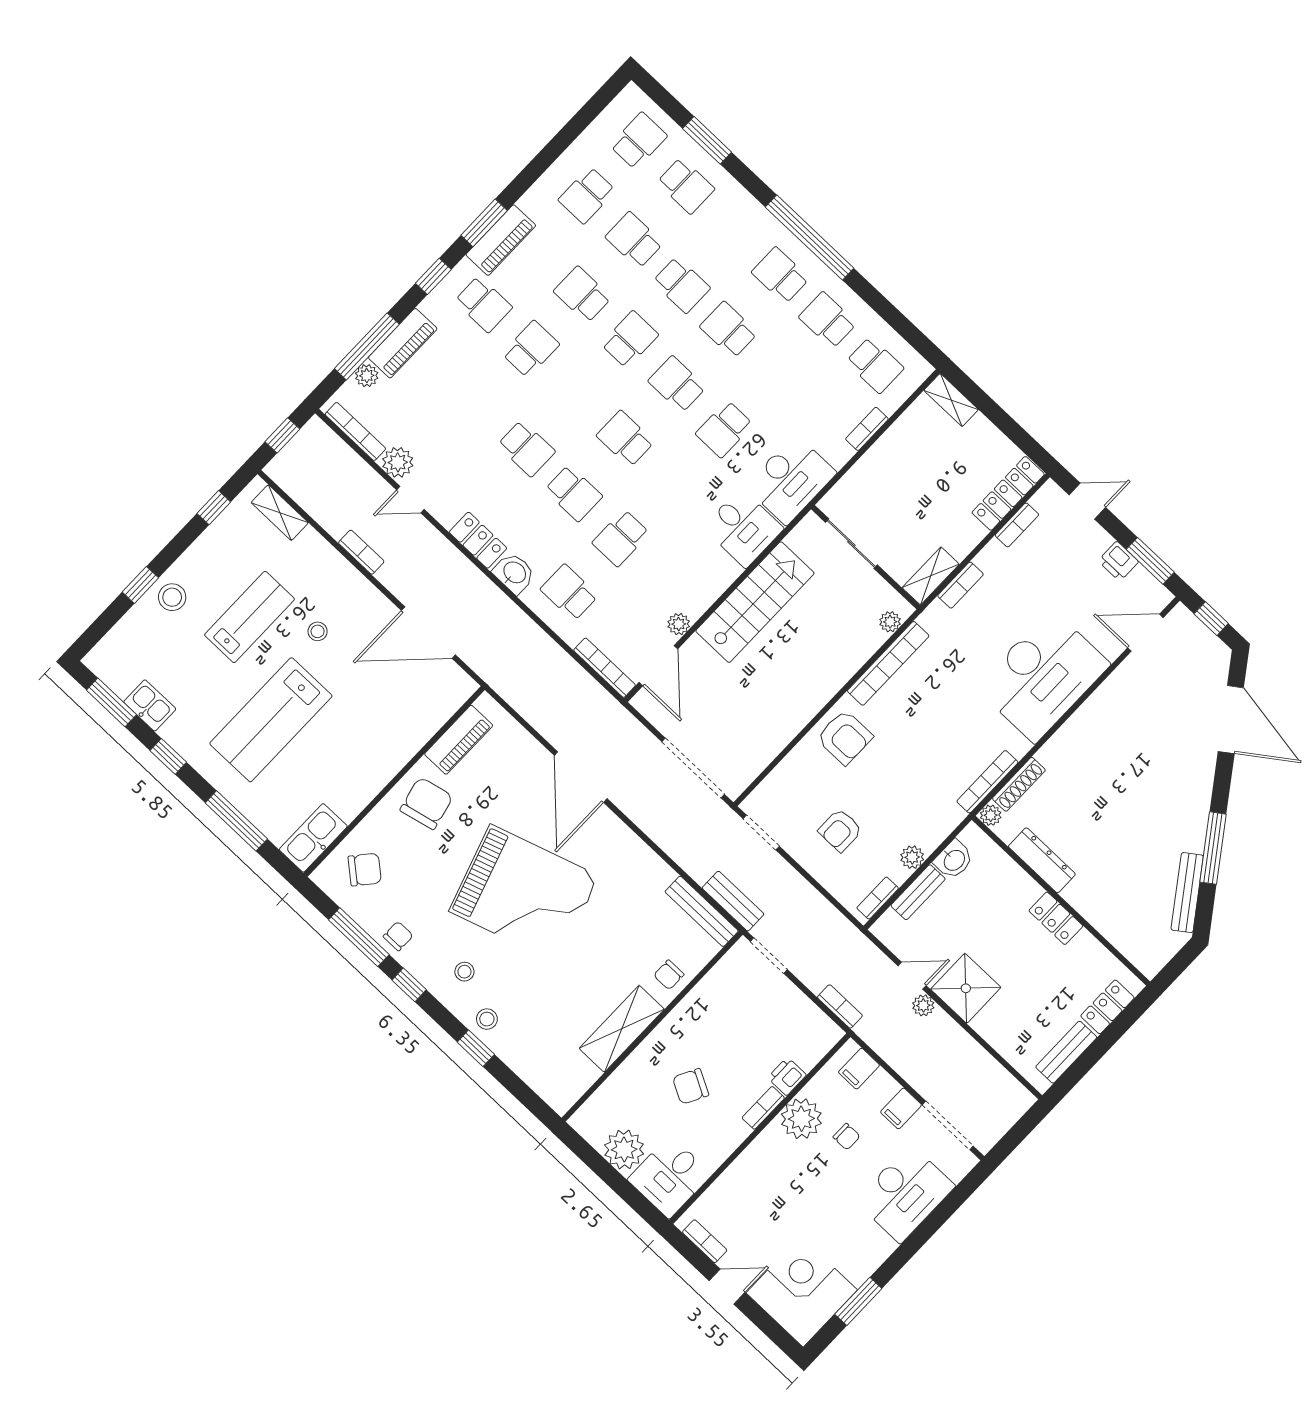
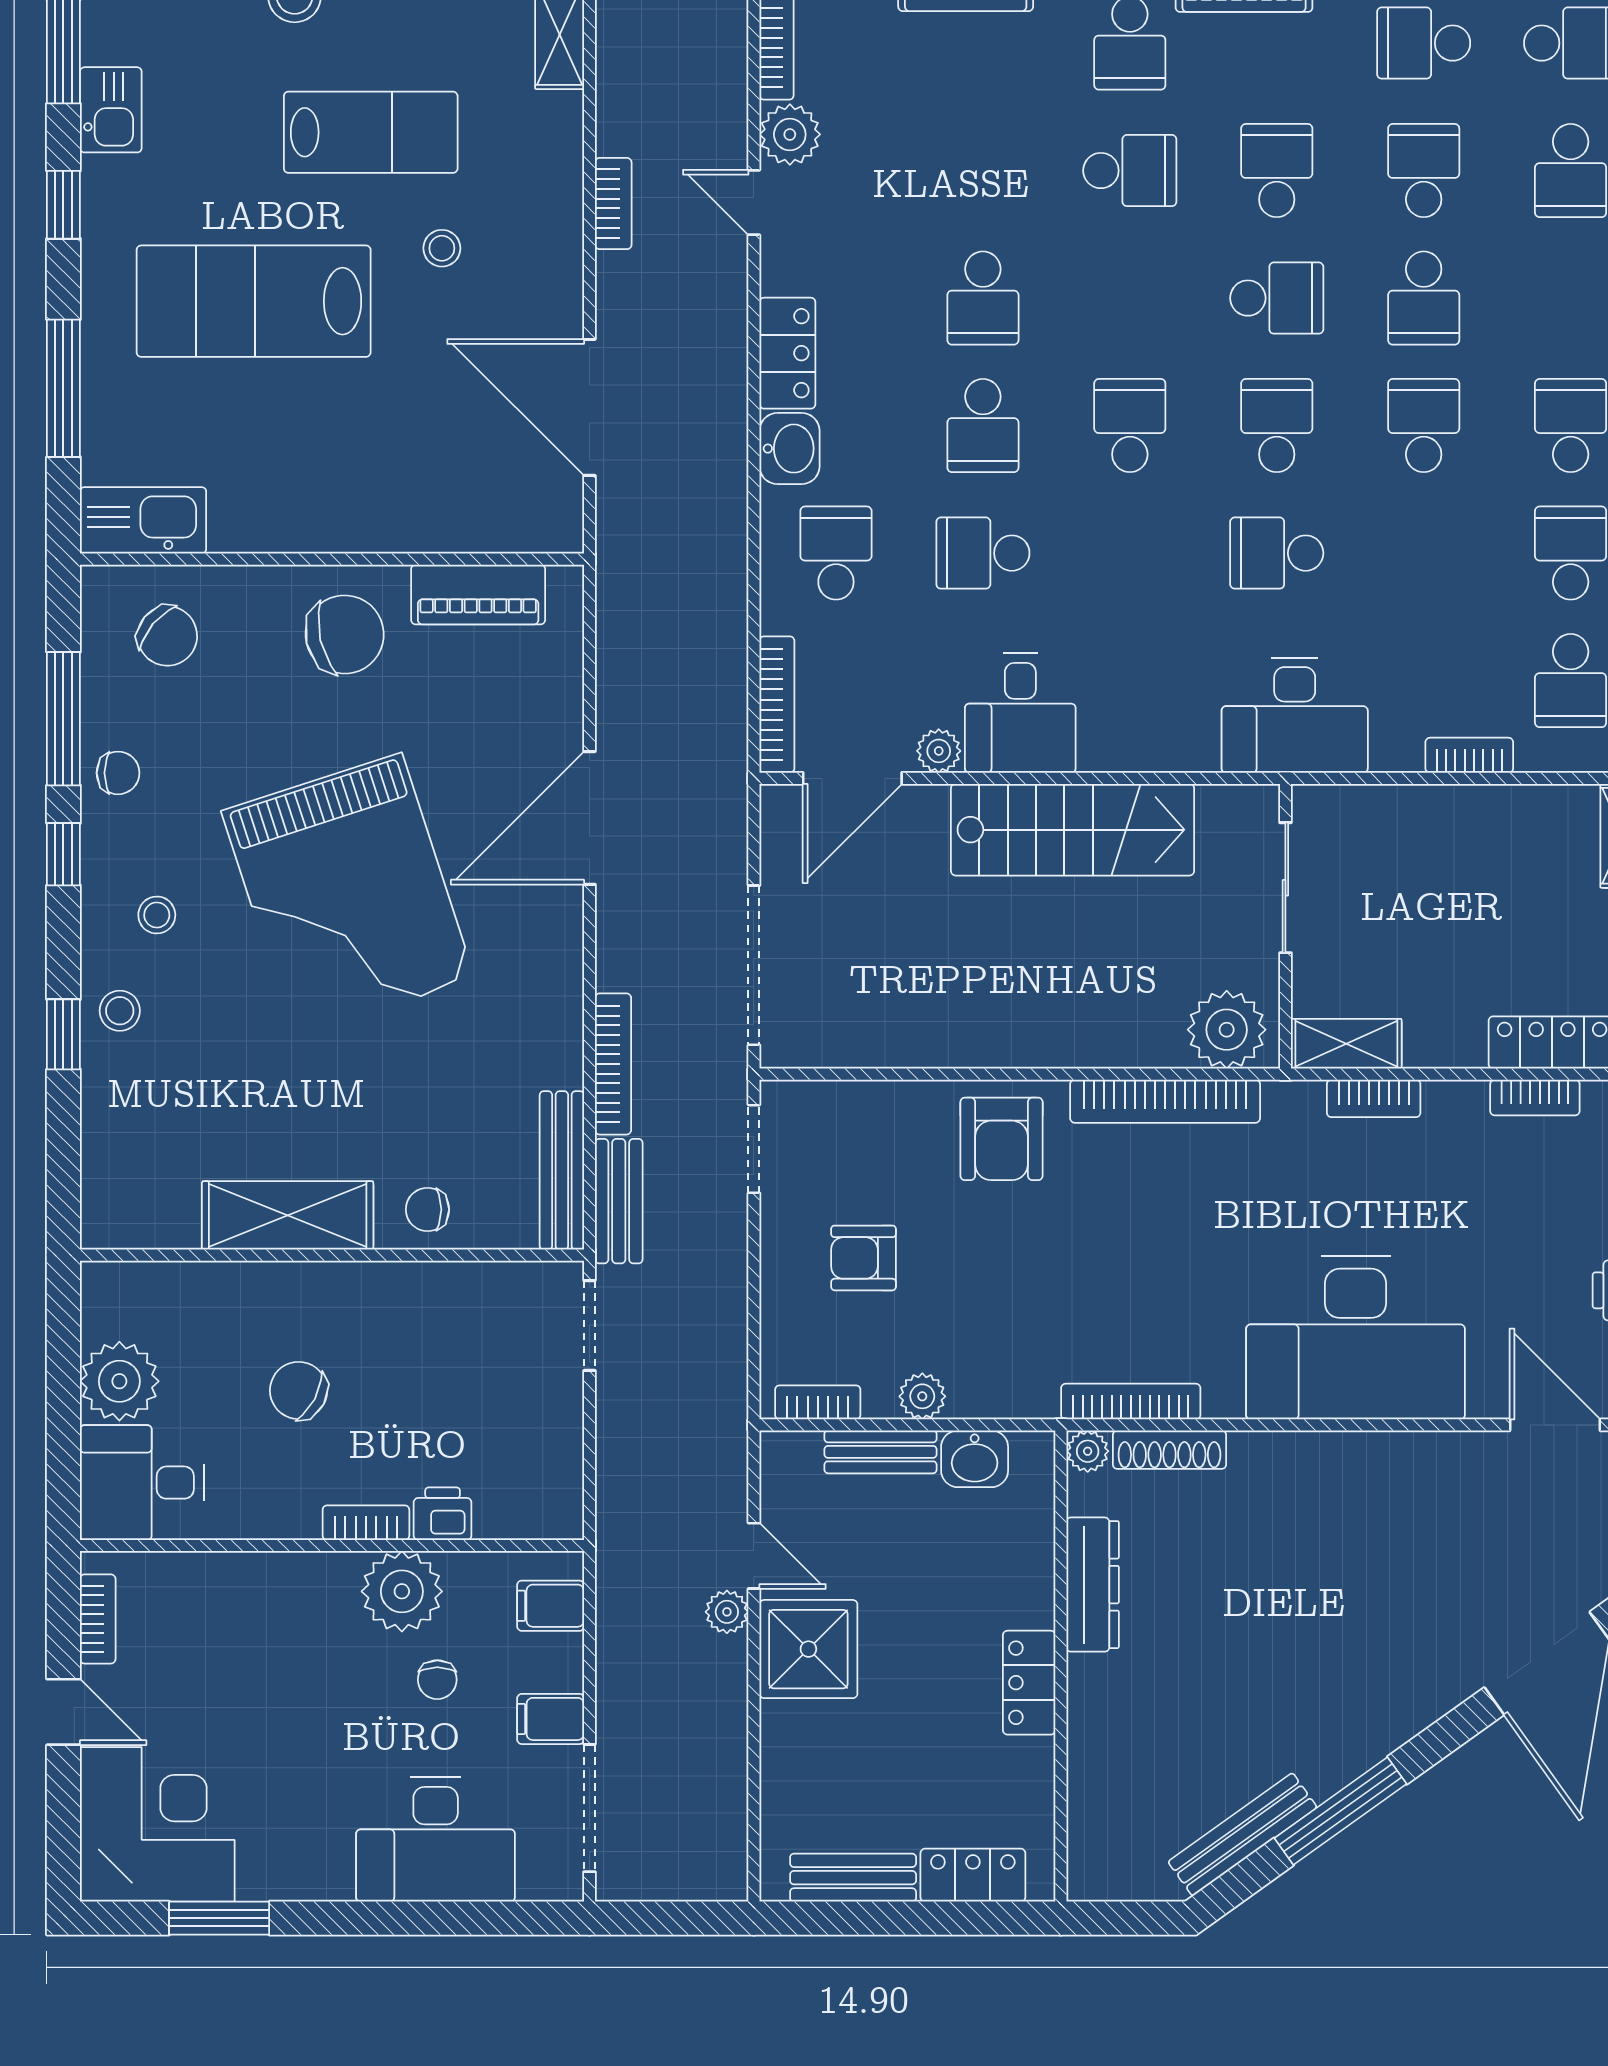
desk: (743, 528) -> (1020, 713), moved
plant: (890, 622) -> (1227, 1030), width x1.87, depth x1.87
bookcase: (840, 1006) -> (613, 1064), moved, width x1.56

